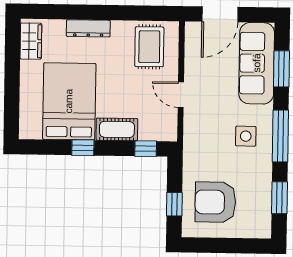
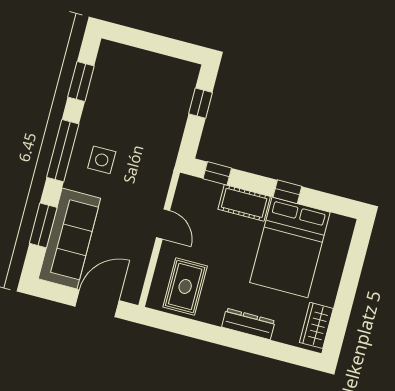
armchair: (215, 202) -> (154, 94), removed

